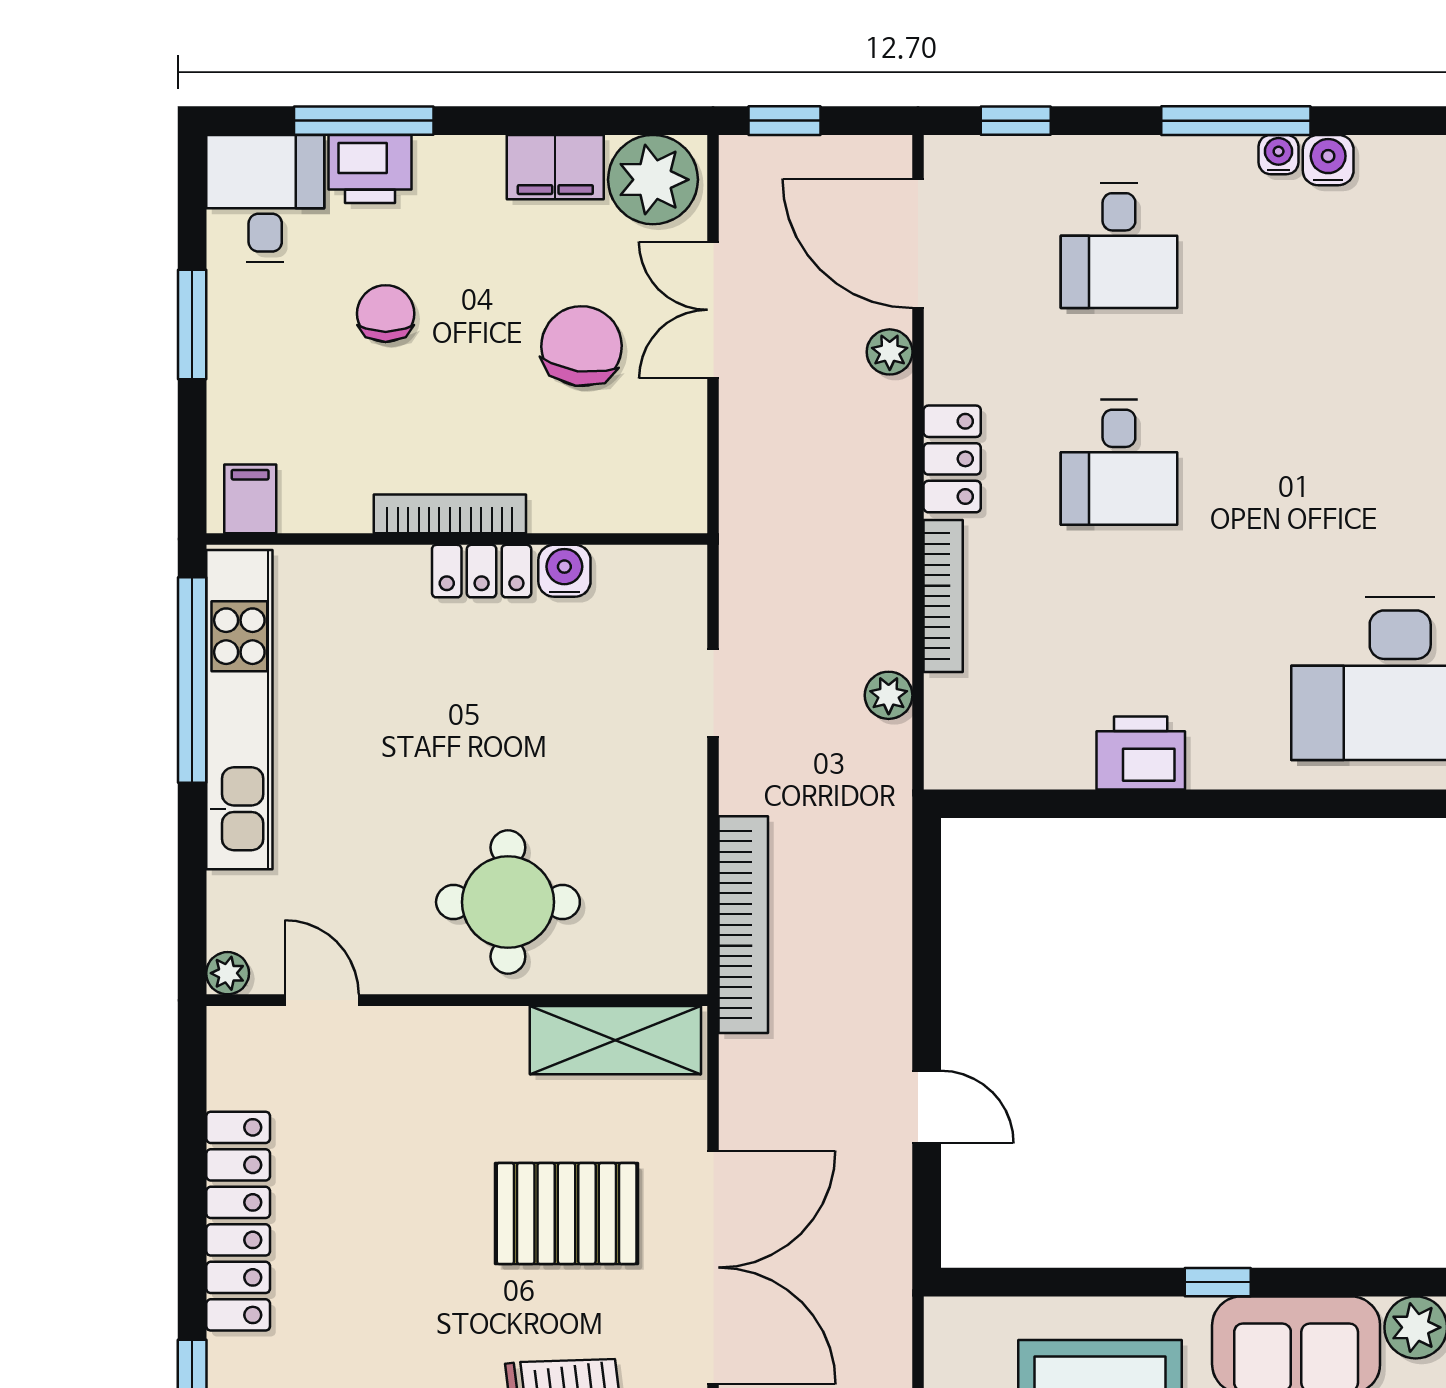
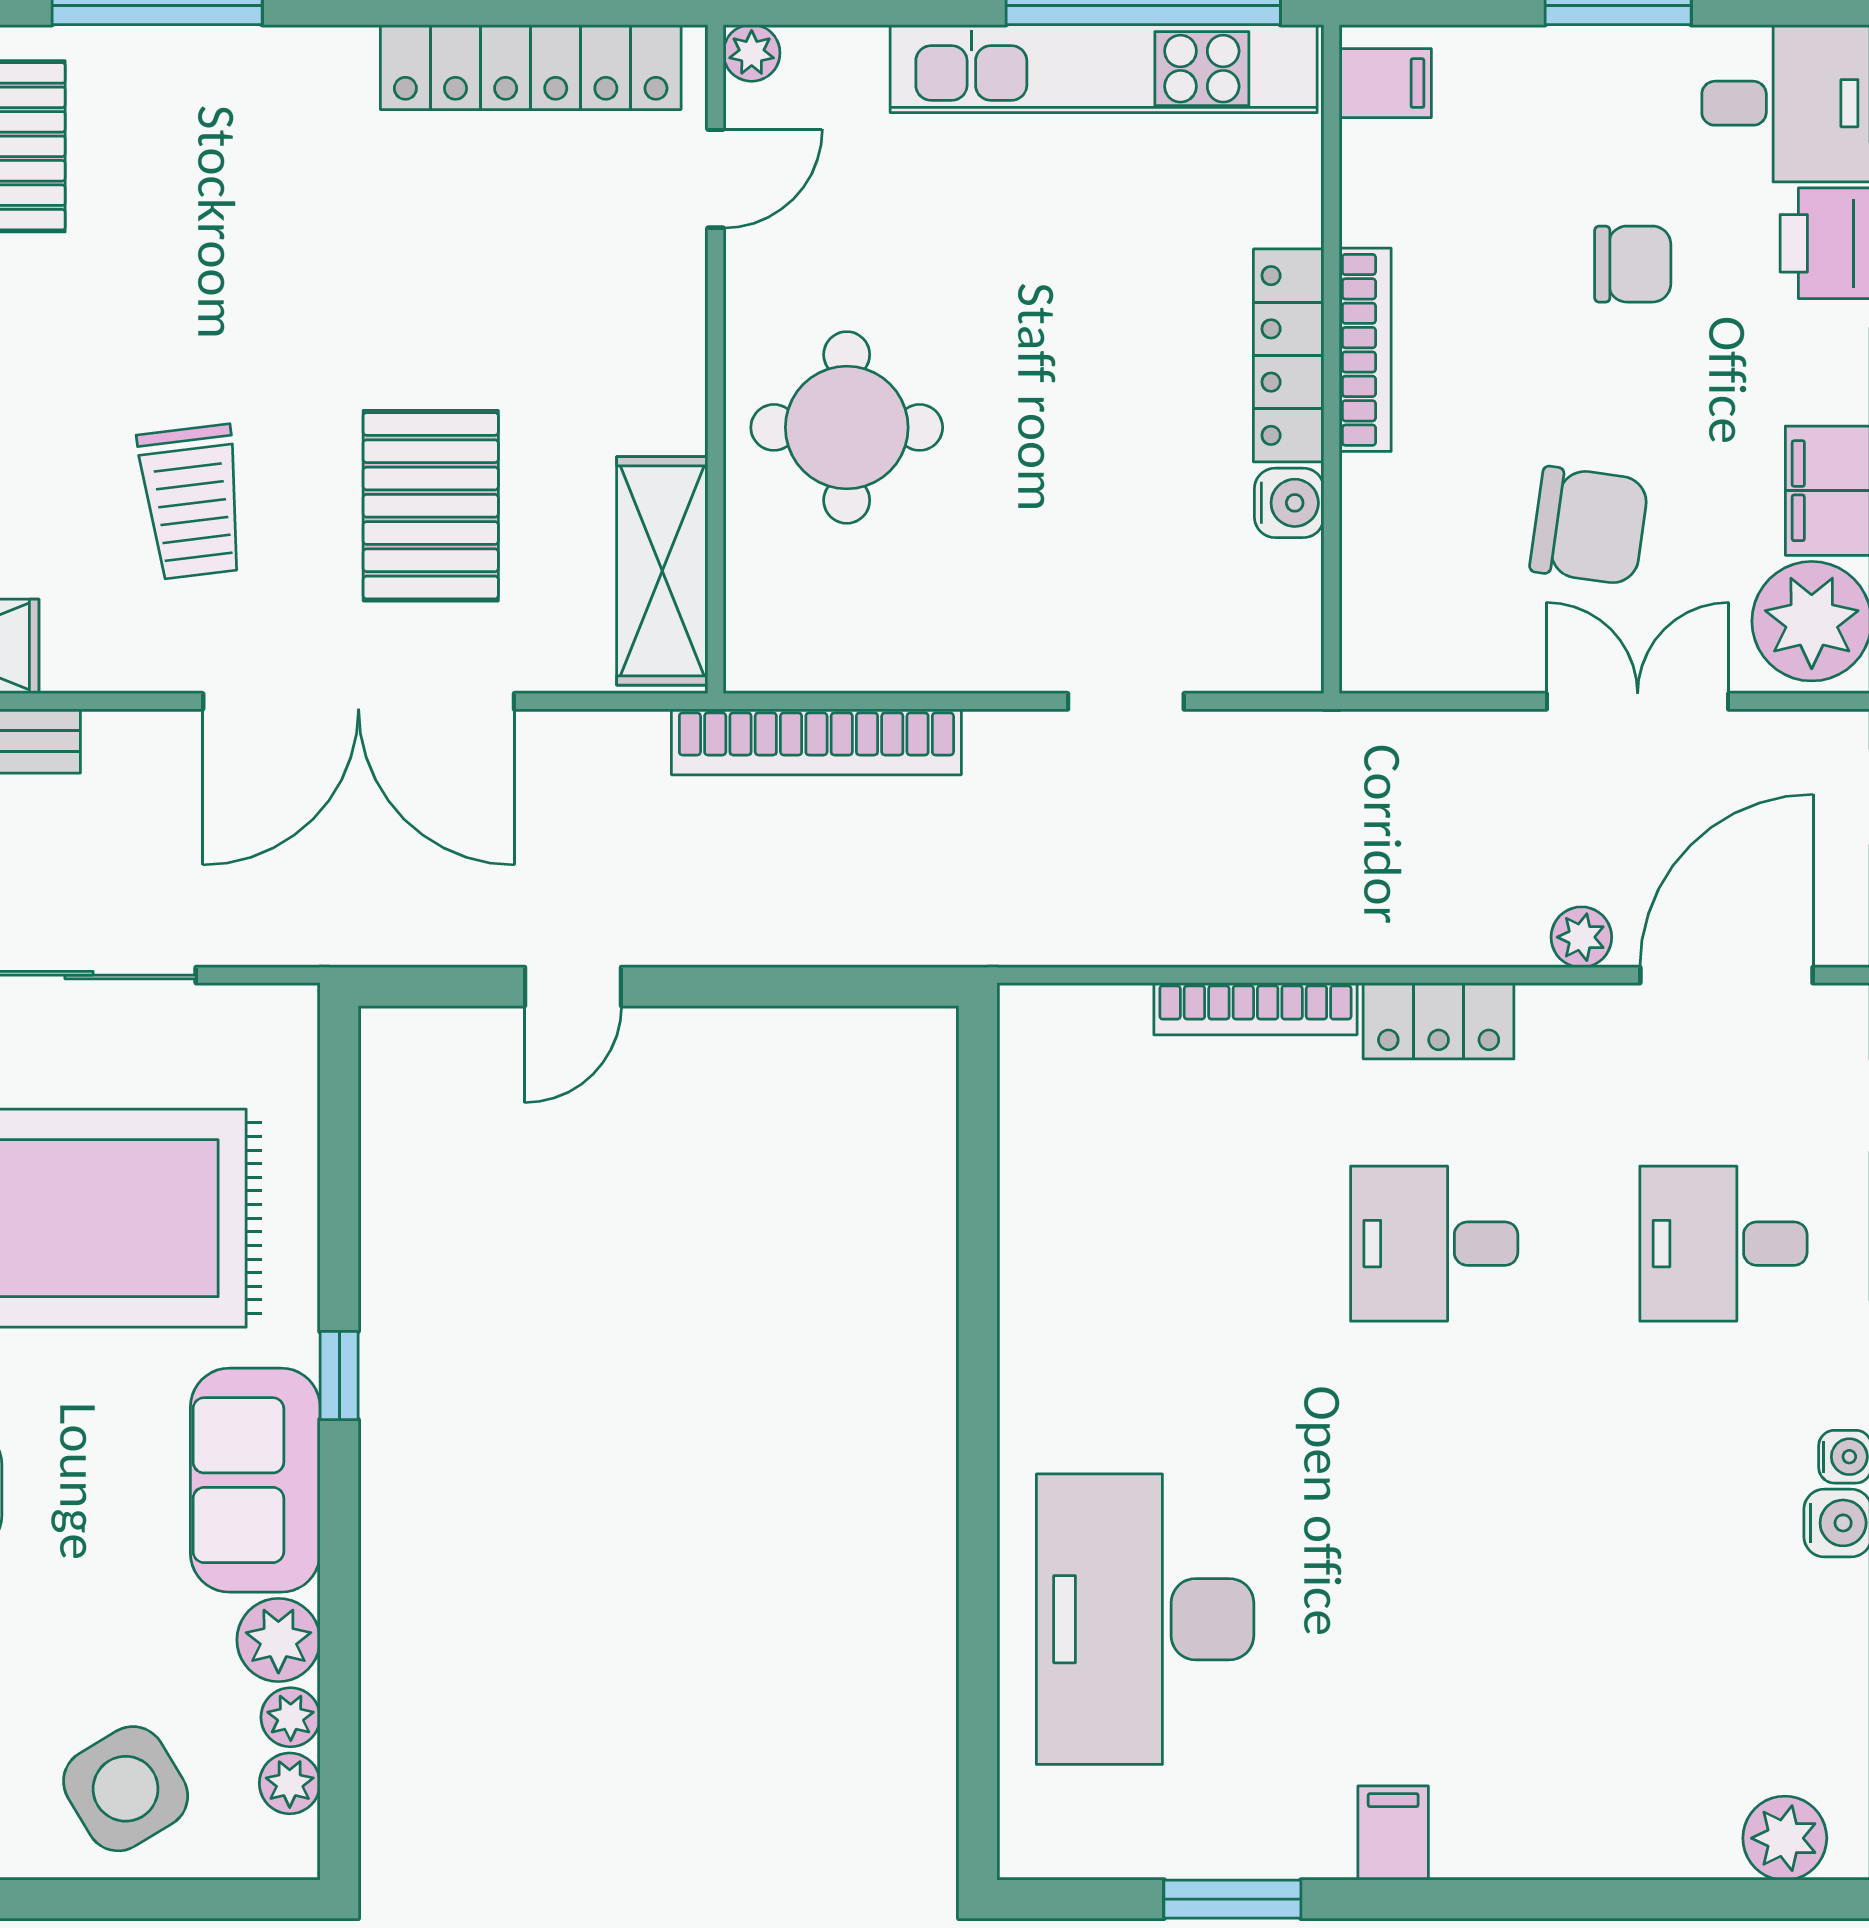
locker: (482, 571) -> (1289, 355), width x1.53
plant: (889, 695) -> (1123, 936), removed
printer: (1141, 753) -> (1046, 1273), removed
locker: (238, 1221) -> (531, 67), moved

